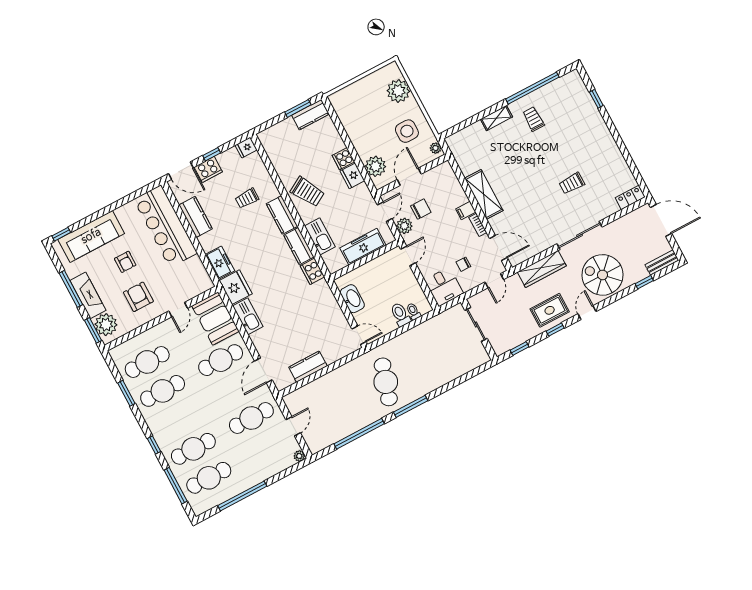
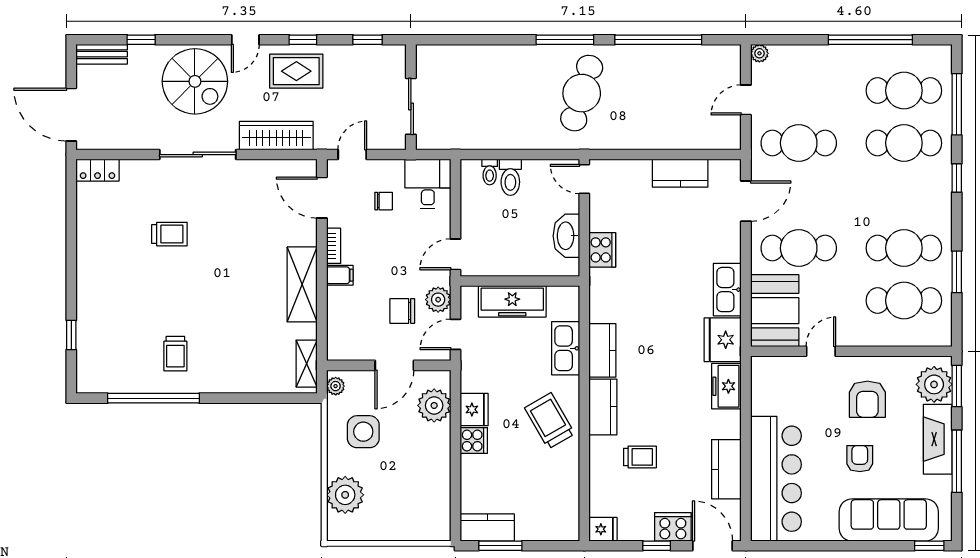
shelving: (496, 118) -> (307, 364), moved, turned 90
cooker: (312, 271) -> (602, 250), moved

